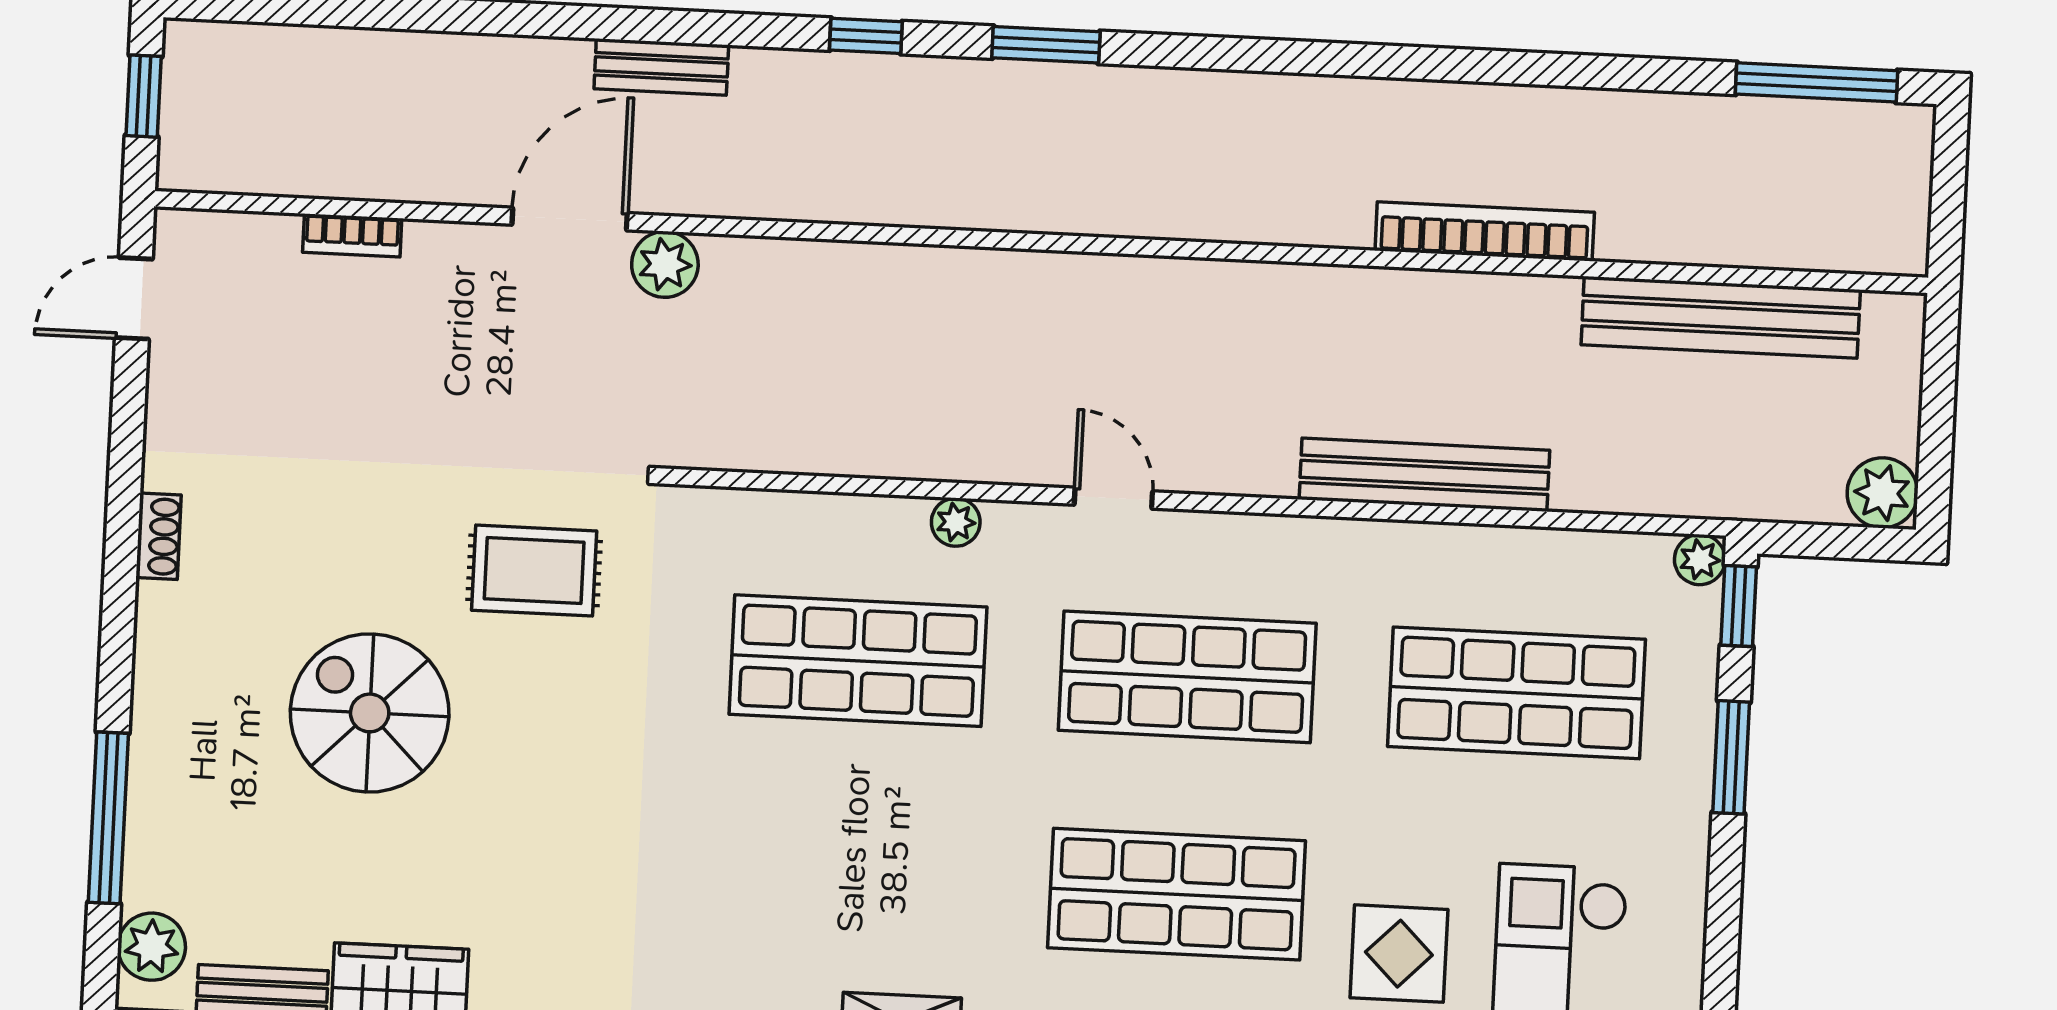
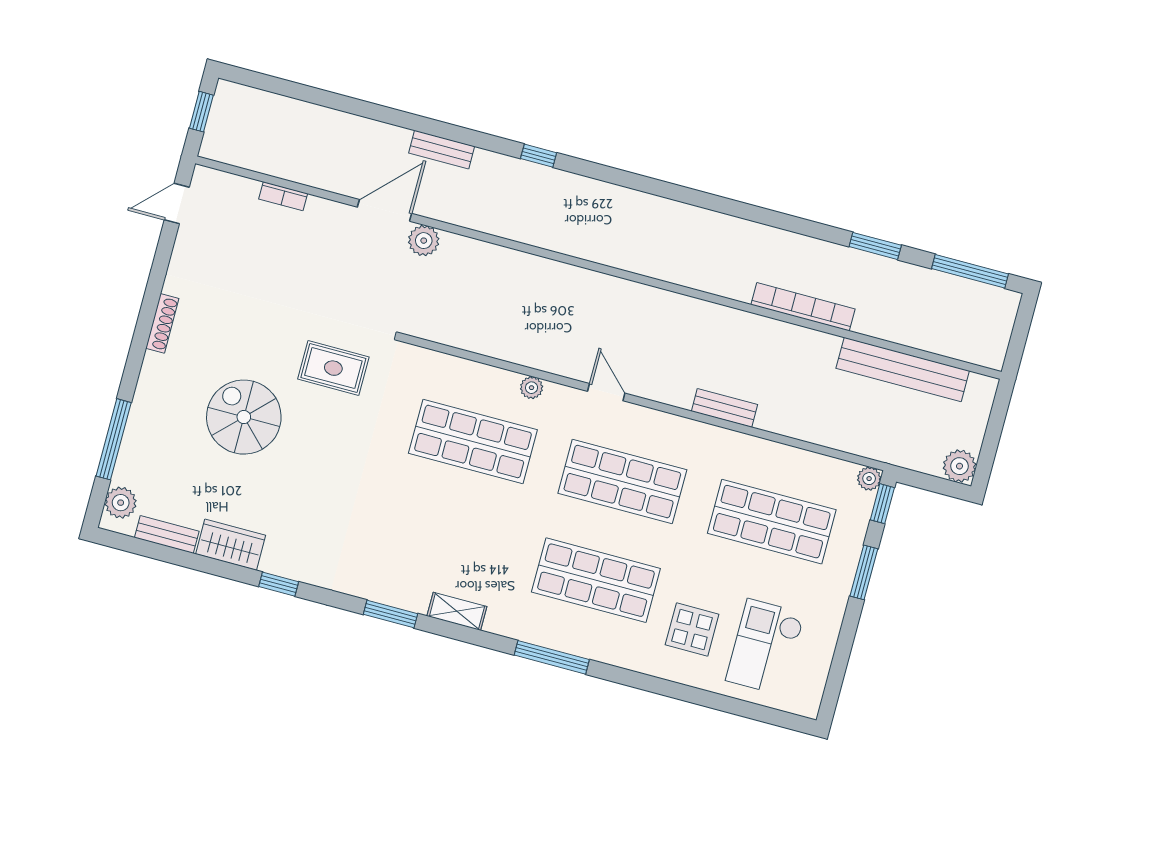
window: (1046, 45) -> (875, 246), moved
bench: (1424, 475) -> (725, 408), width x0.54, depth x0.82
shoe rack: (159, 536) -> (162, 323), width x1.43

